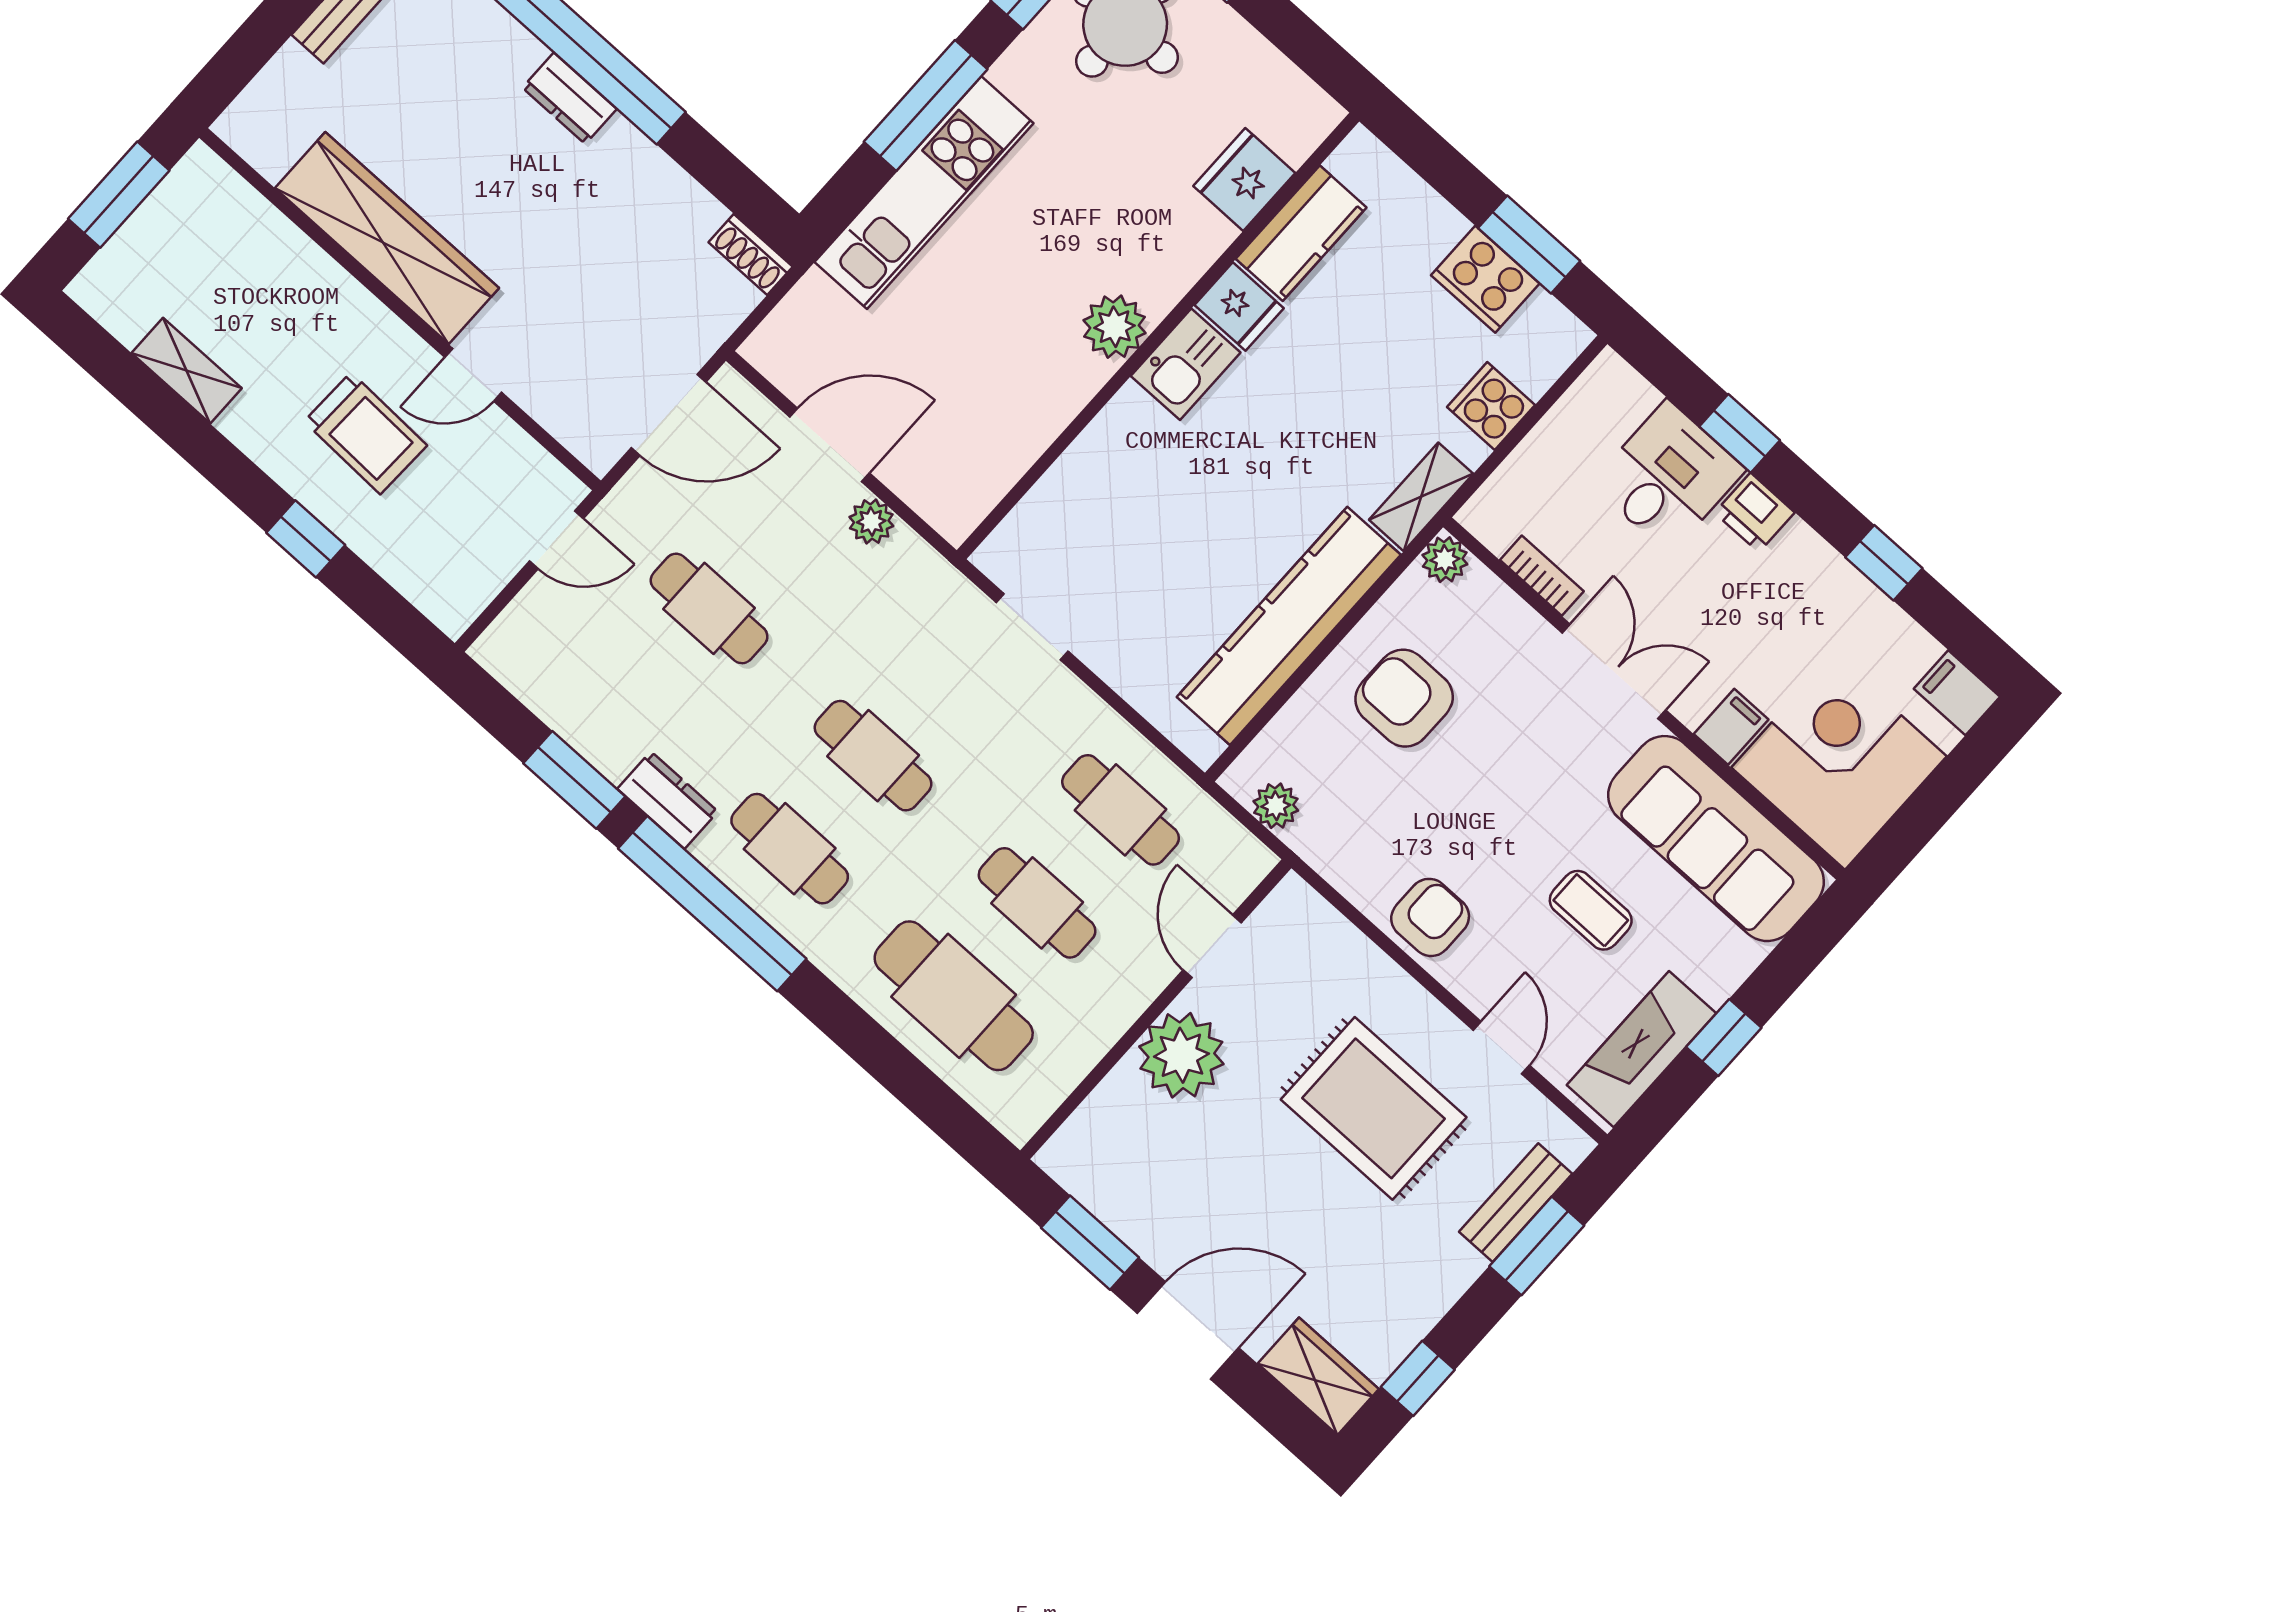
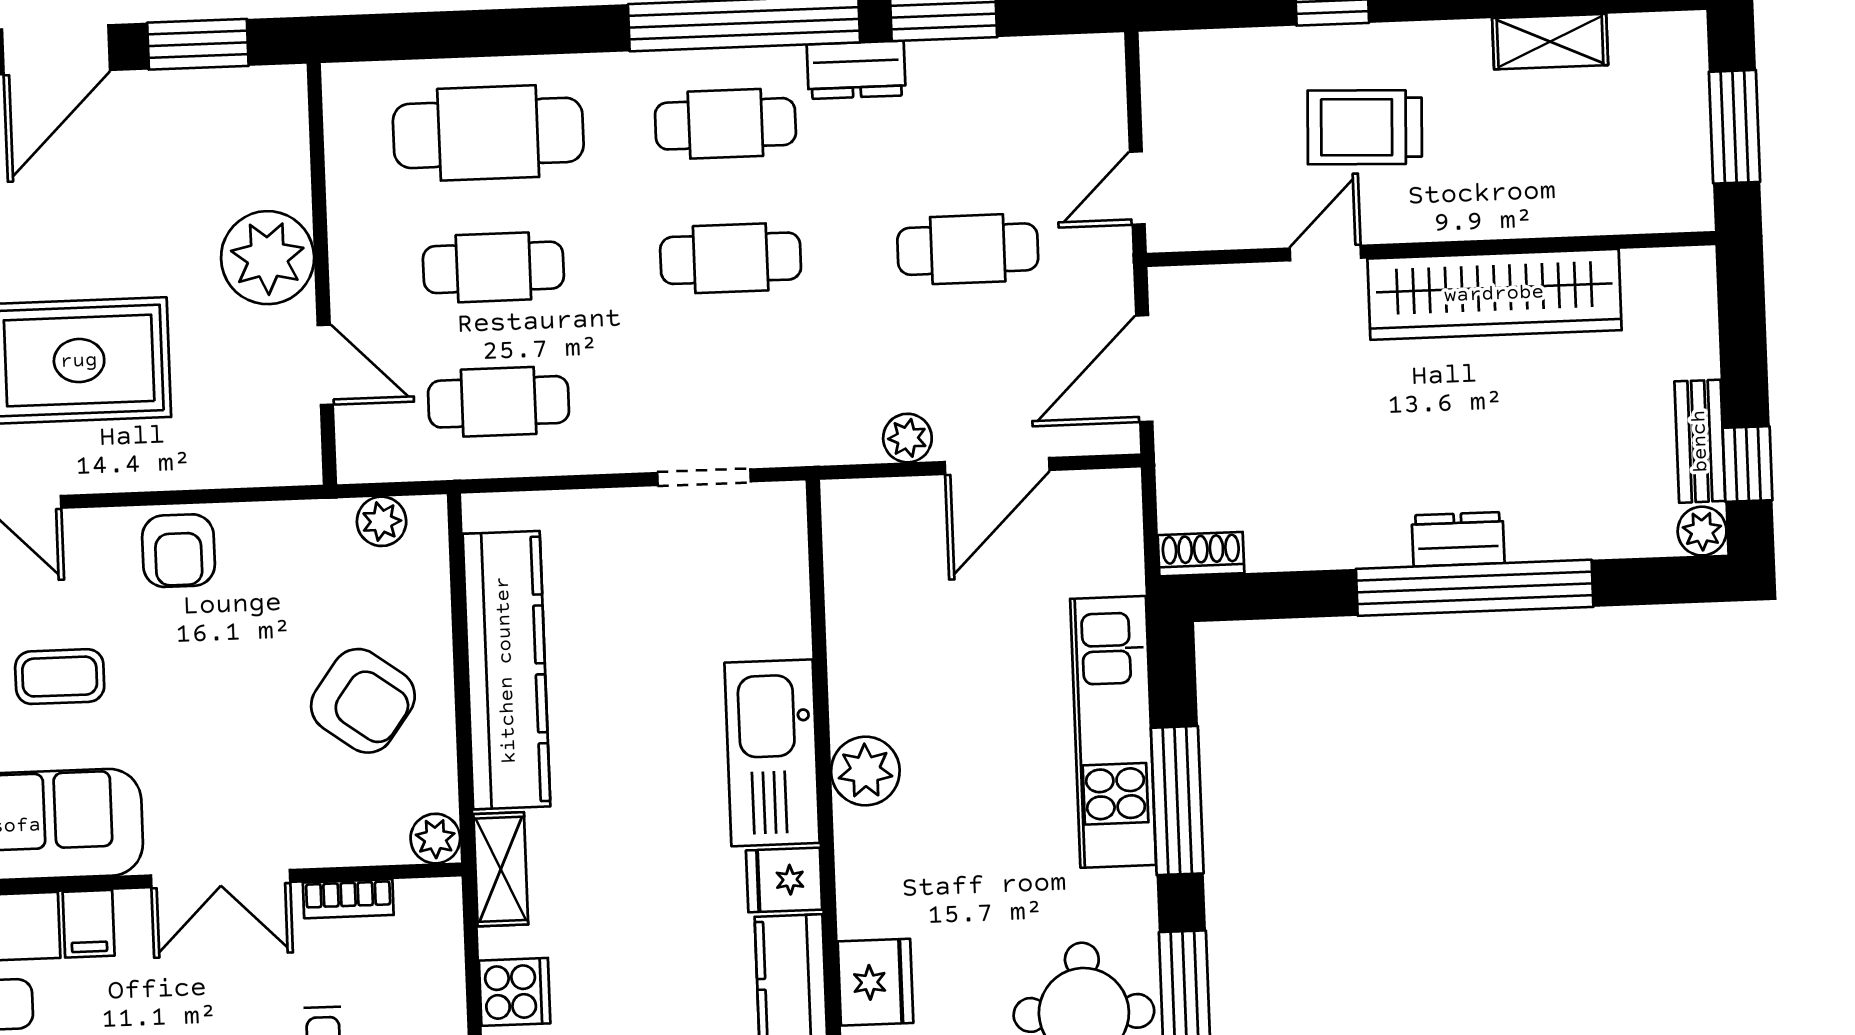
kitchen sink: (1186, 364) -> (772, 753), width x1.88, depth x1.24
armchair: (1404, 698) -> (363, 701), turned 36

